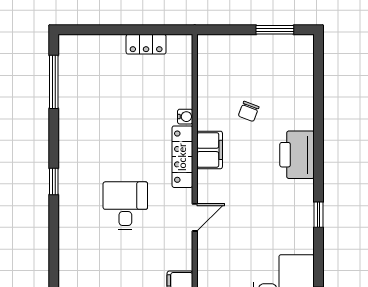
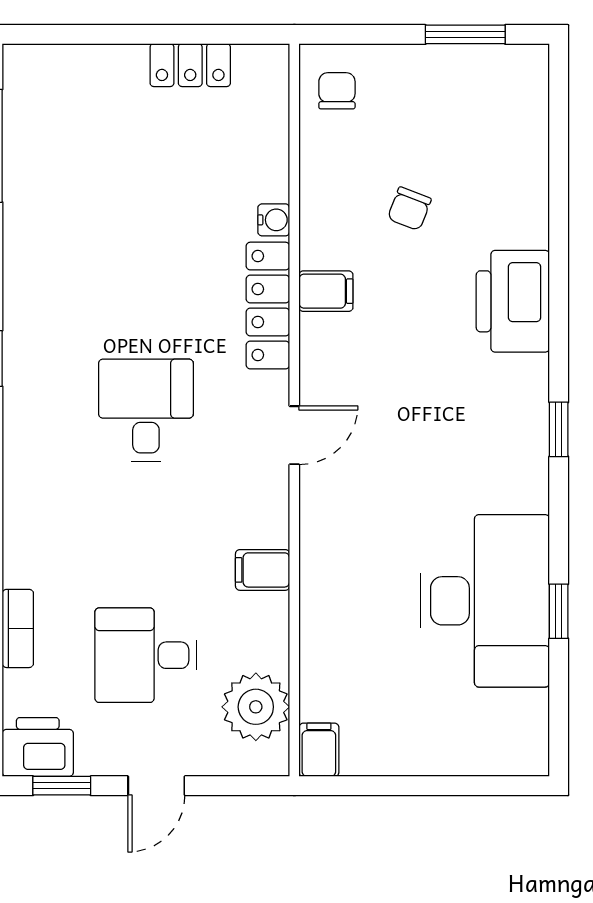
chair: (215, 56) -> (337, 91), added
filing cabinet: (210, 150) -> (326, 291), width x0.50

